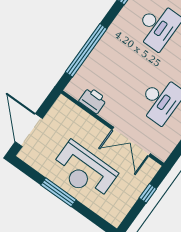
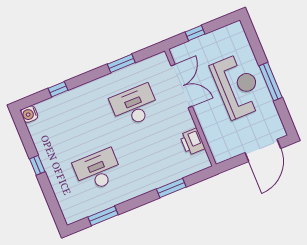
window: (86, 50) -> (171, 188), width x0.47

